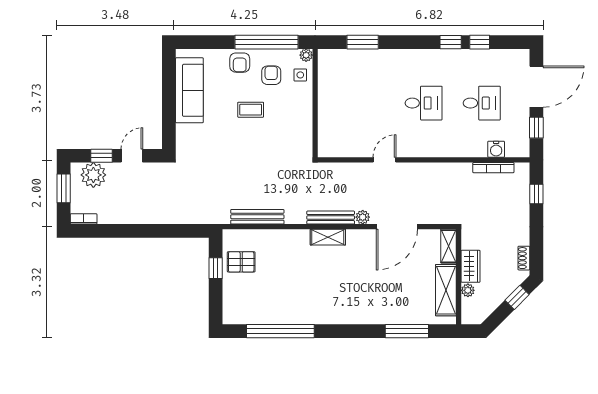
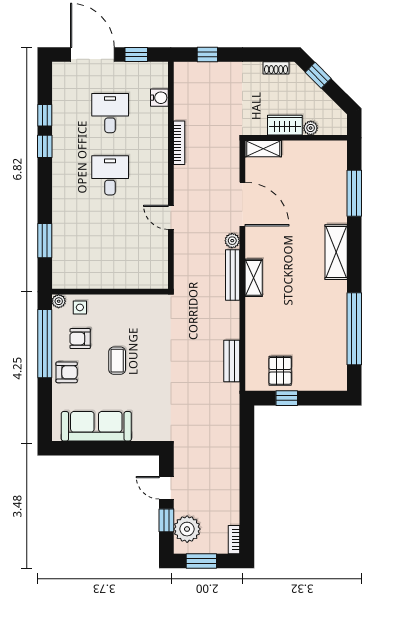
bookcase: (493, 168) -> (179, 143), moved
bench: (257, 217) -> (232, 361), width x0.73
shelving: (446, 290) -> (336, 252), moved, turned 90

